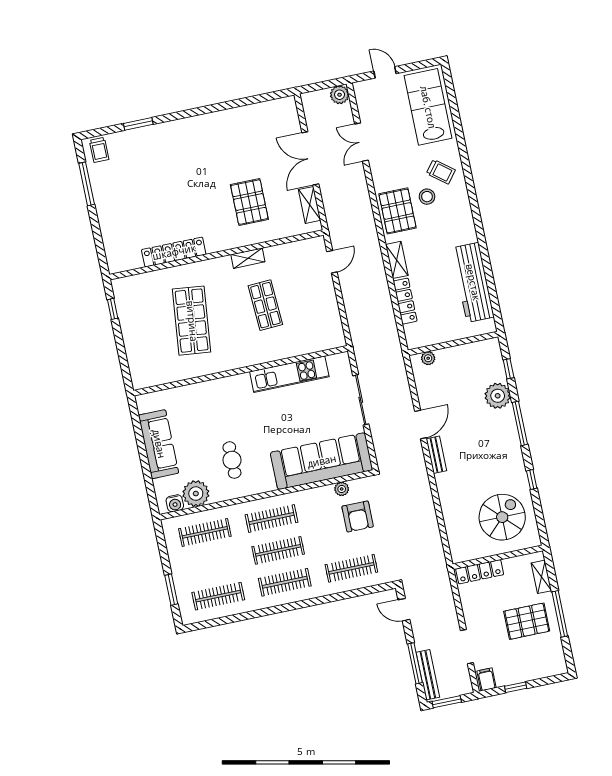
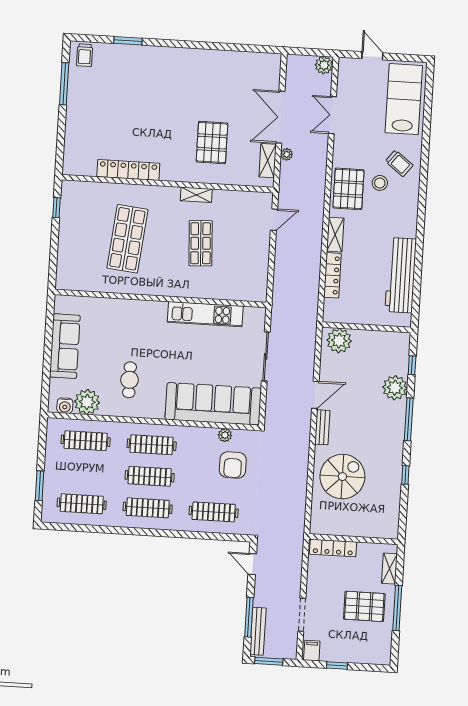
plant: (327, 193) -> (287, 154), added
plant: (428, 358) -> (339, 341), width x1.87, depth x1.87
spiral stairs: (502, 517) -> (342, 477), moved

